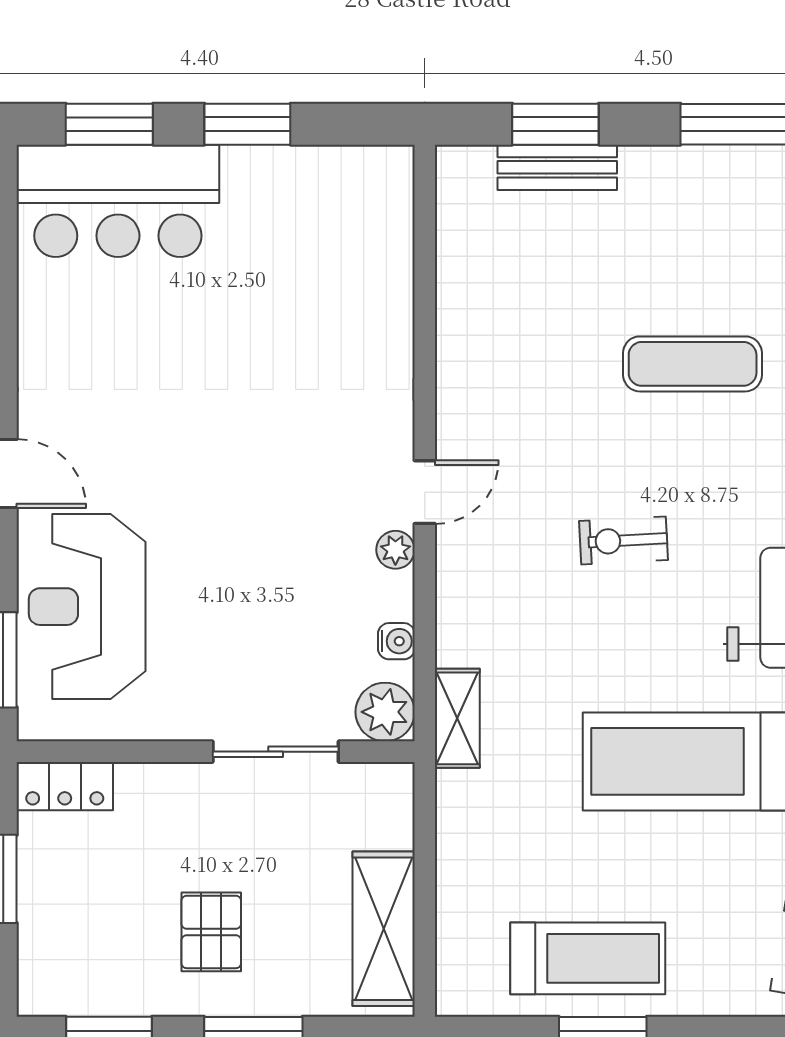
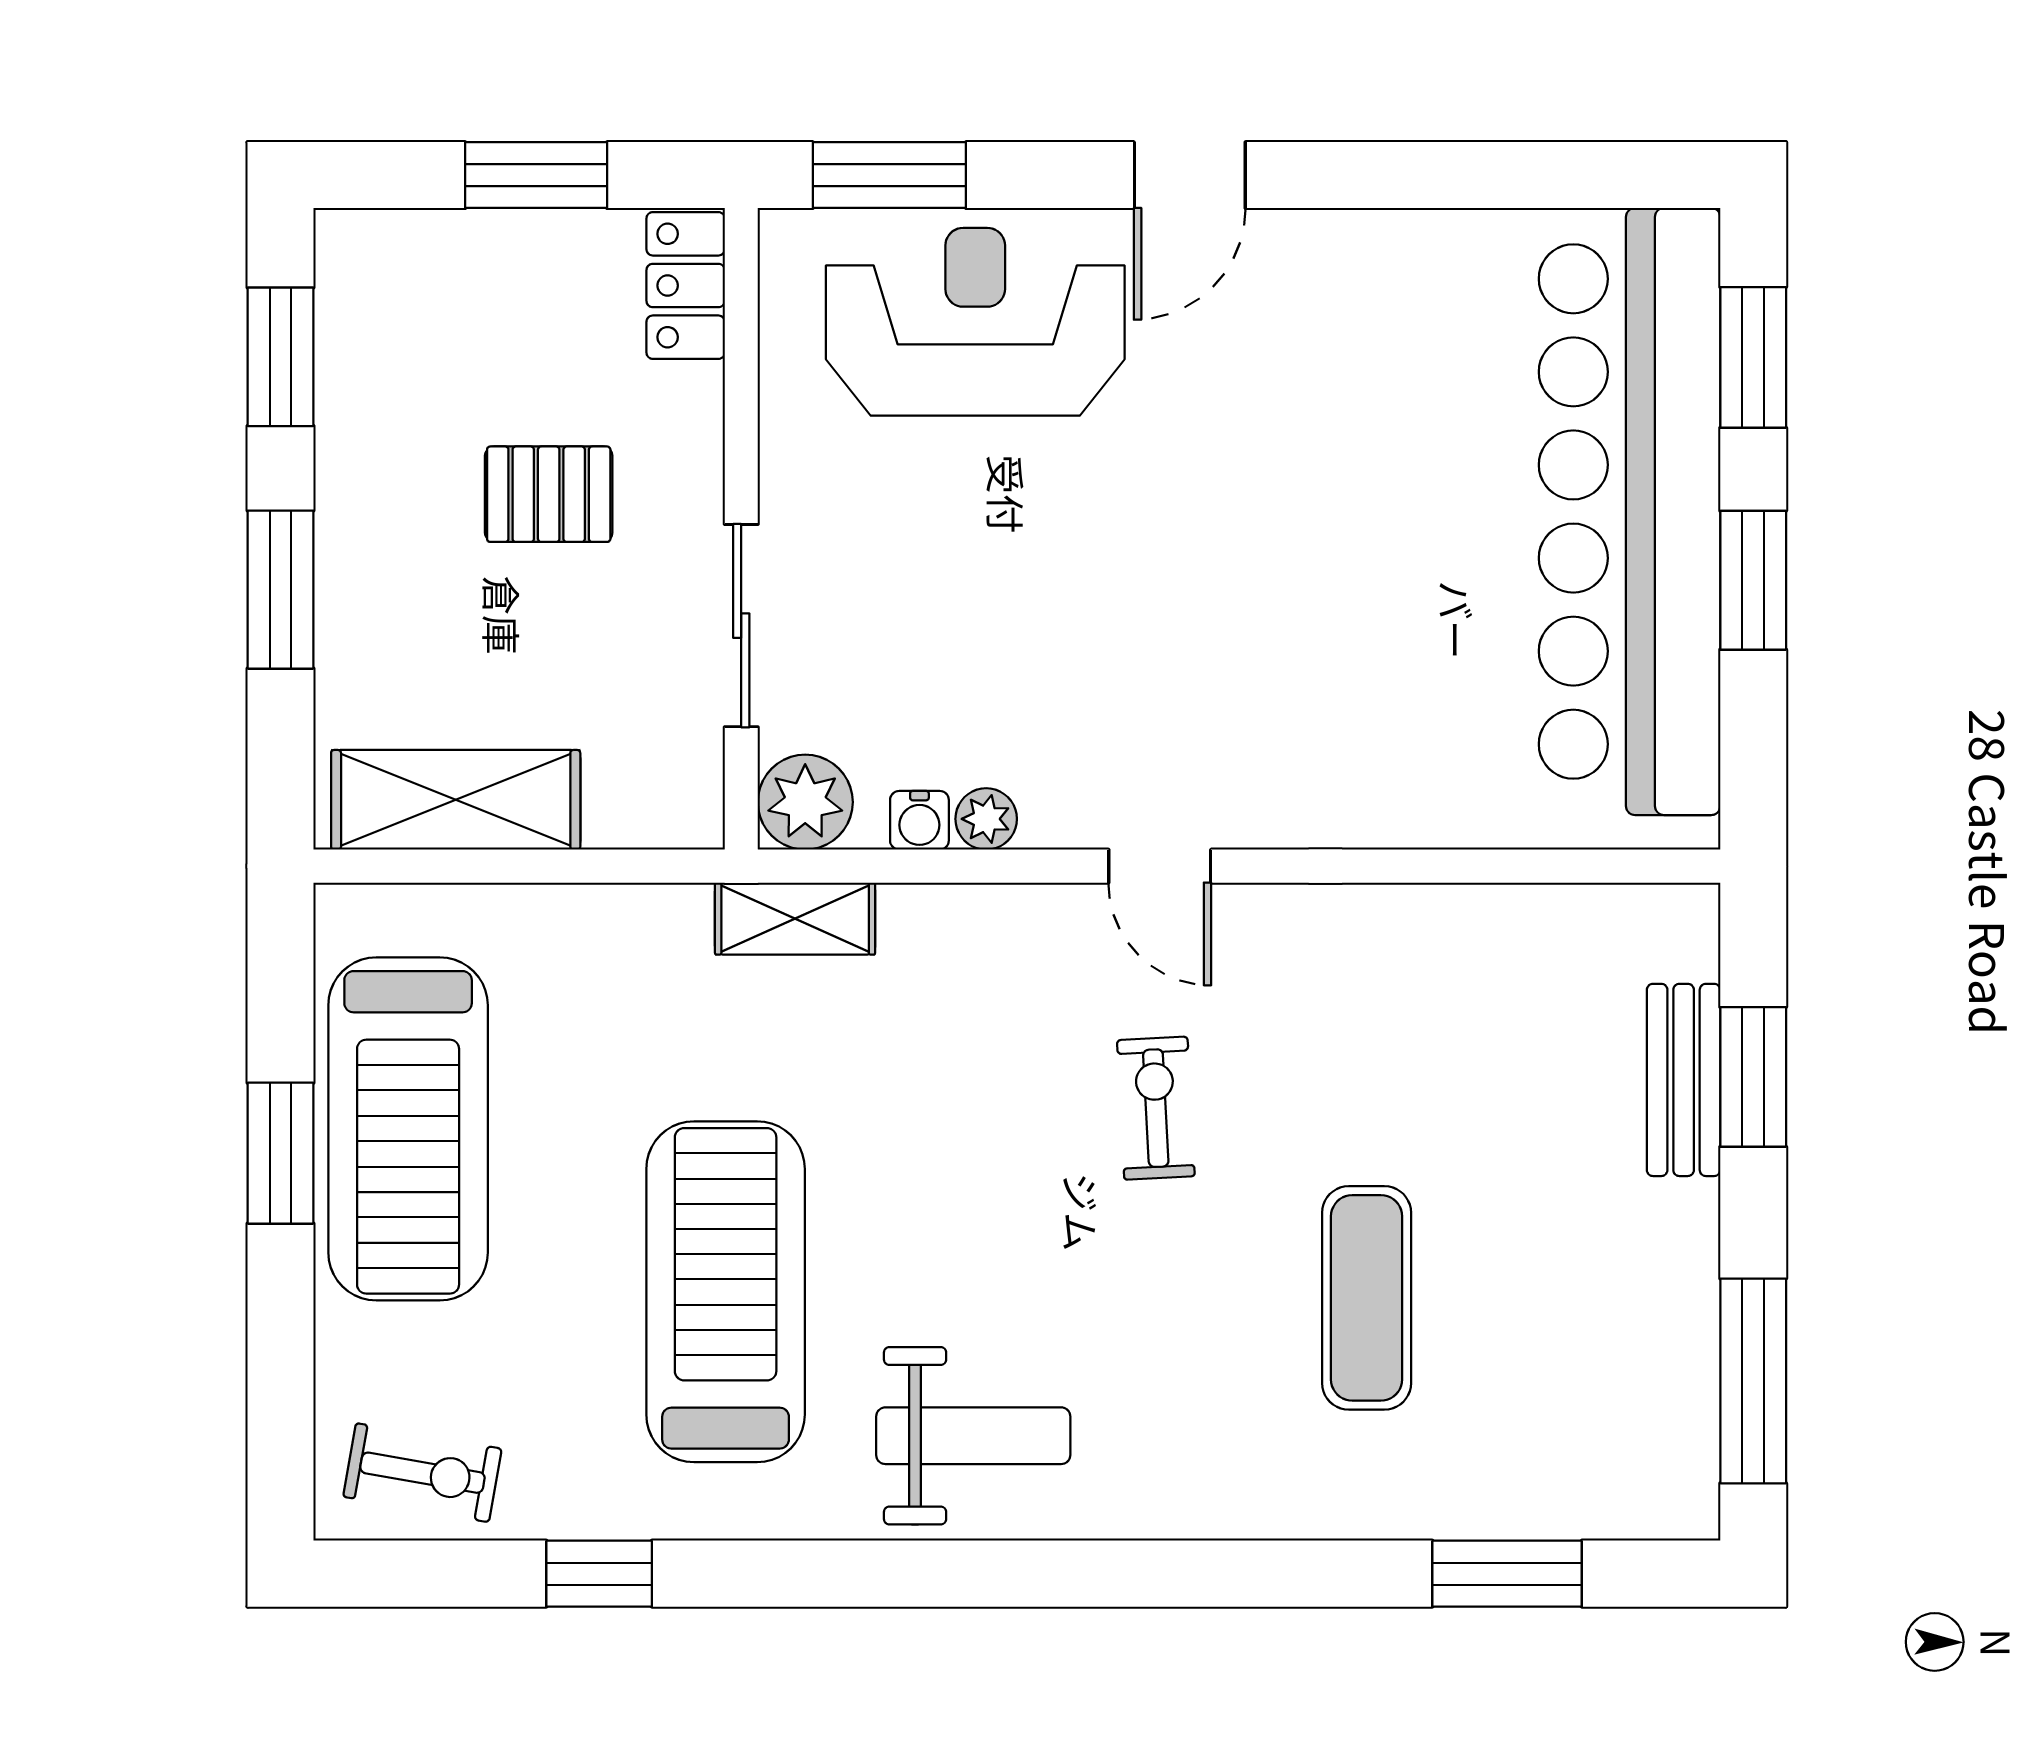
bar counter: (118, 201) -> (1630, 512), width x1.86
exercise bike: (623, 540) -> (1156, 1108), moved
plant: (395, 550) -> (986, 819), moved
pallet: (211, 932) -> (549, 494), moved
treadmill: (588, 958) -> (408, 1129), width x1.37, depth x1.38

